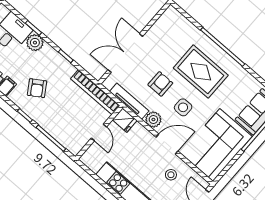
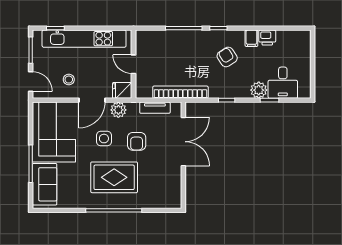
tv unit: (129, 101) -> (155, 108), width x0.71
fridge: (125, 120) -> (122, 90), moved
door: (99, 132) -> (134, 64), moved
wall: (99, 132) -> (134, 64), moved

